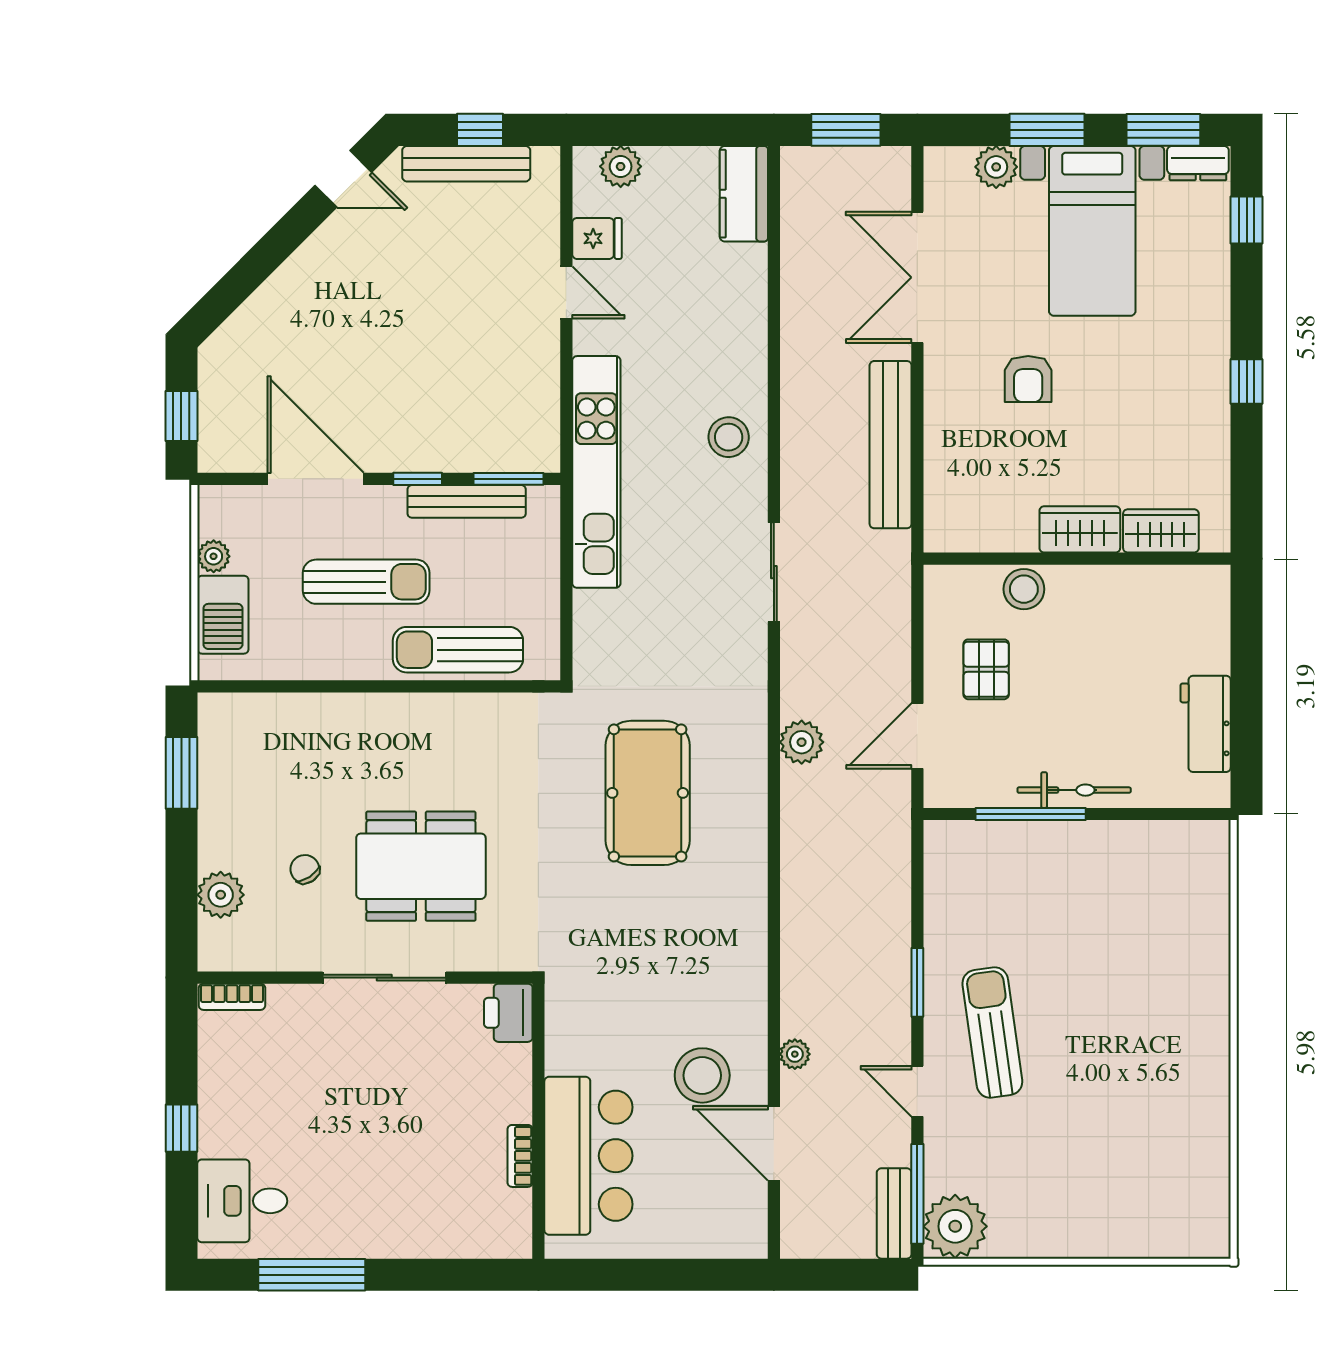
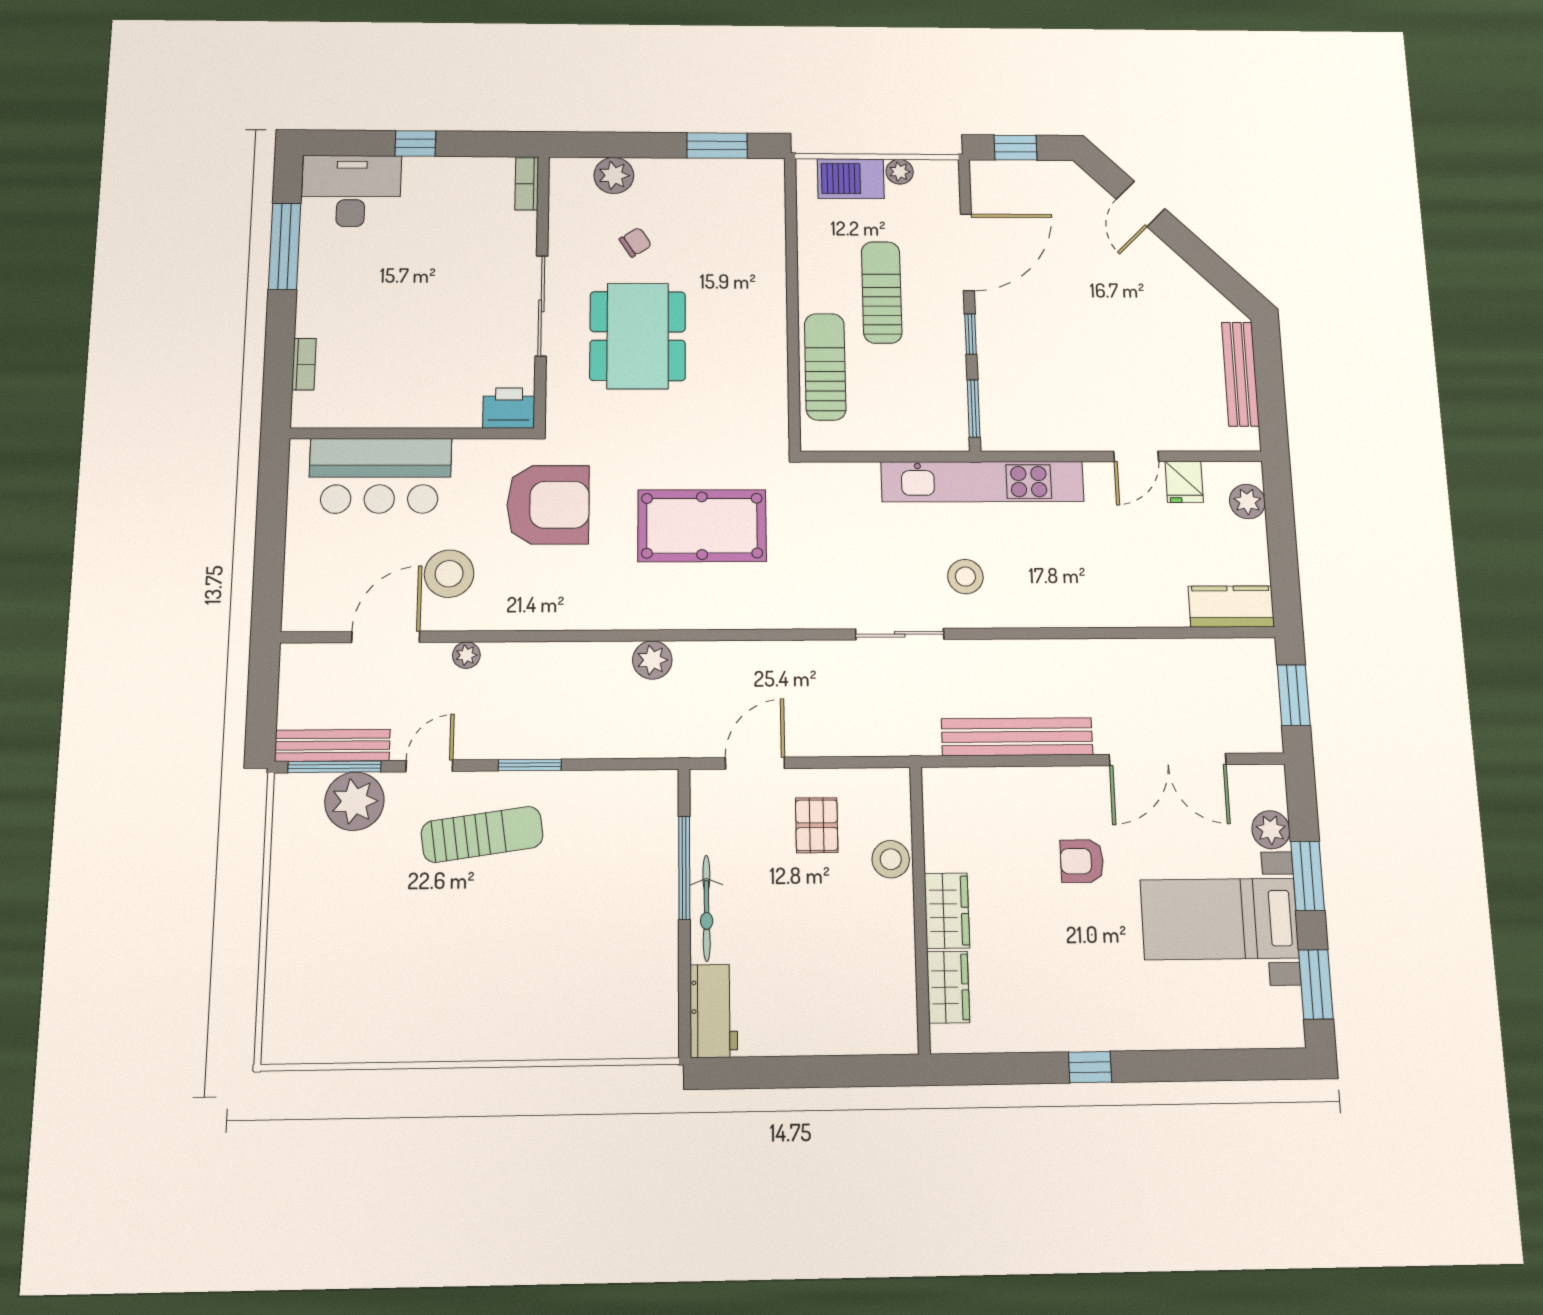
window: (480, 130) -> (1270, 385), removed
dresser: (1198, 163) -> (1288, 1017), removed
door: (343, 179) -> (1141, 204), moved
window: (1247, 220) -> (1239, 1065), removed
double door: (917, 277) -> (1168, 760), swing flipped
stool: (729, 437) -> (965, 577), moved
bench: (467, 501) -> (953, 374), removed
sun lounger: (366, 582) -> (882, 292), turned 180
pallet: (986, 669) -> (817, 825), turned 90
workbench: (1206, 724) -> (714, 1011), moved, turned 90
door: (917, 736) -> (755, 763), hinge flipped
plant: (802, 742) -> (652, 660), moved
armchair: (623, 967) -> (548, 505), added
bookcase: (520, 1156) -> (304, 364), moved, turned 90
desk: (242, 1201) -> (351, 191), width x1.37
bench: (894, 1213) -> (332, 745), width x1.36
plant: (955, 1226) -> (354, 801), moved

